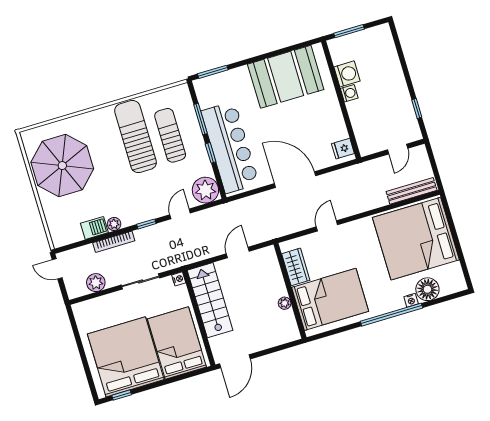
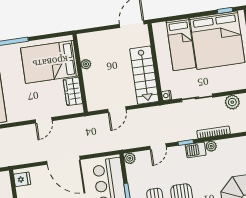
plant: (205, 190) -> (130, 158), width x0.53, depth x0.53
barbecue: (94, 228) -> (196, 150), moved
bed: (177, 343) -> (181, 44), width x0.67

